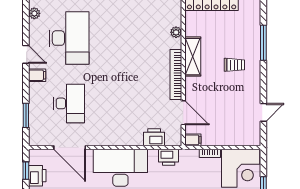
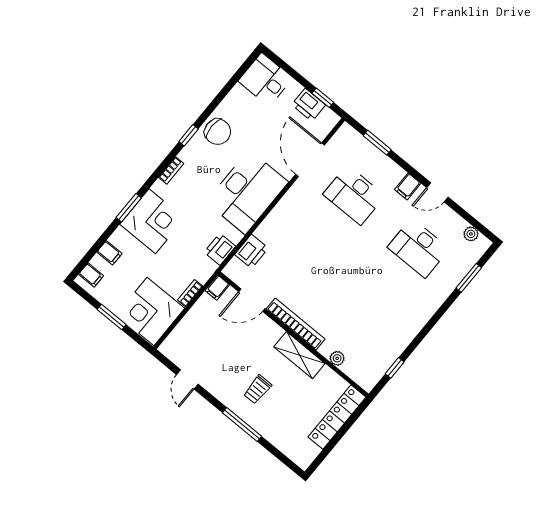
desk: (69, 38) -> (418, 248), width x0.73, depth x0.77
window: (263, 43) -> (242, 424), moved
door: (70, 148) -> (310, 160), hinge flipped

